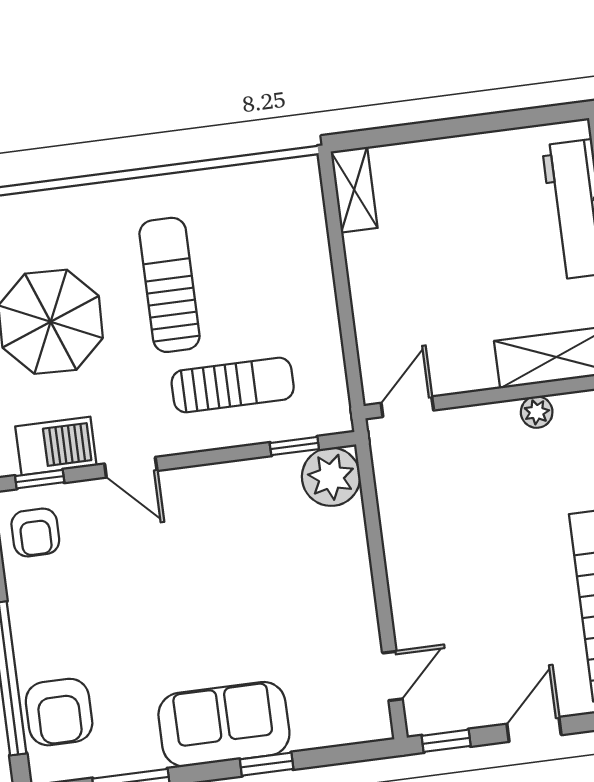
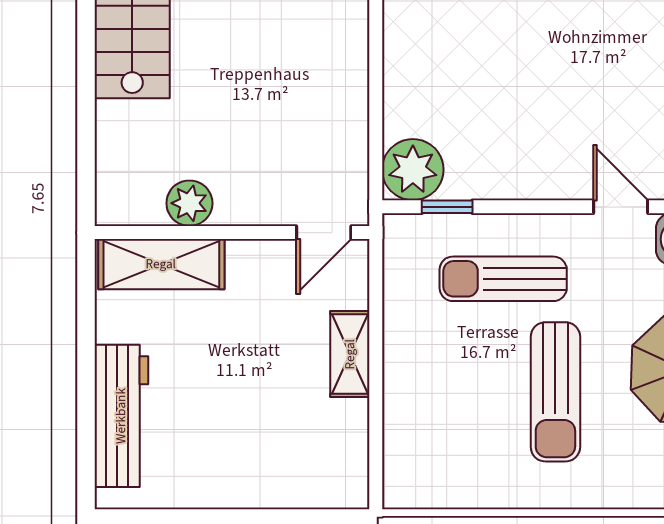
shelving: (354, 190) -> (350, 354), moved
plant: (537, 412) -> (189, 203), width x1.38, depth x1.38

